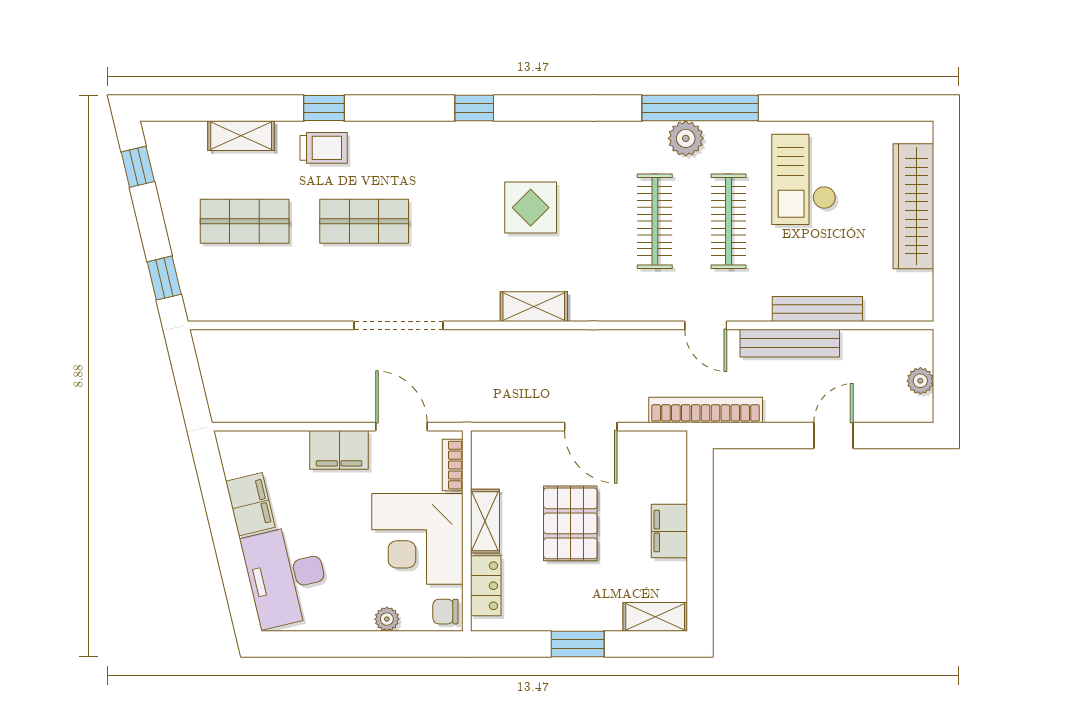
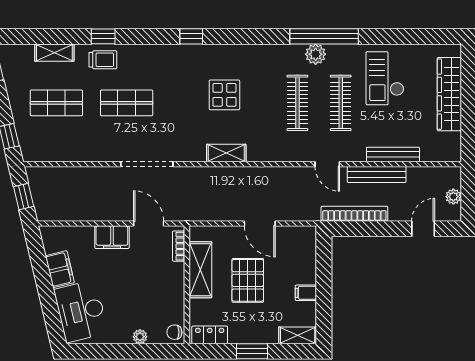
window: (189, 381) -> (24, 197), added
bookcase: (706, 410) -> (354, 214), moved
door: (834, 435) -> (423, 229), moved
shelving: (485, 521) -> (200, 270), width x1.50, depth x1.33
filing cabinet: (669, 531) -> (306, 293), width x0.50
corner desk: (417, 539) -> (158, 290), removed
locker: (486, 586) -> (210, 335), moved, turned -90

